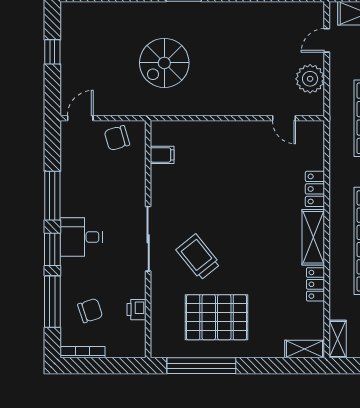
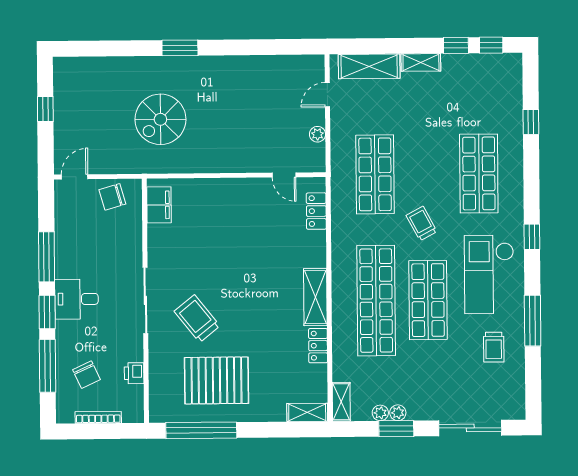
plant: (310, 79) -> (317, 134), width x0.53, depth x0.53
filing cabinet: (162, 155) -> (159, 205), width x2.00
locker: (315, 189) -> (316, 211), moved
chair: (90, 311) -> (86, 375), turned 83
bookcase: (82, 352) -> (98, 417), moved

